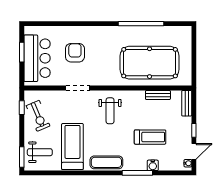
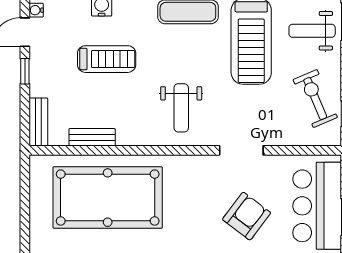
armchair: (75, 53) -> (247, 216), turned -143
weight bench: (110, 111) -> (181, 108), turned 180
treadmill: (150, 137) -> (107, 59), turned 180

